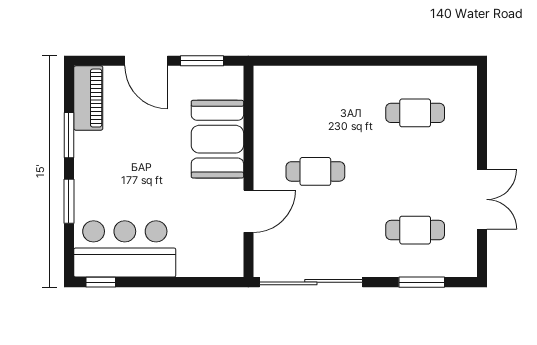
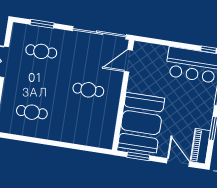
door: (146, 61) -> (178, 162), moved
booth: (217, 139) -> (141, 123), width x1.36, depth x1.42
door: (248, 211) -> (128, 61), moved

